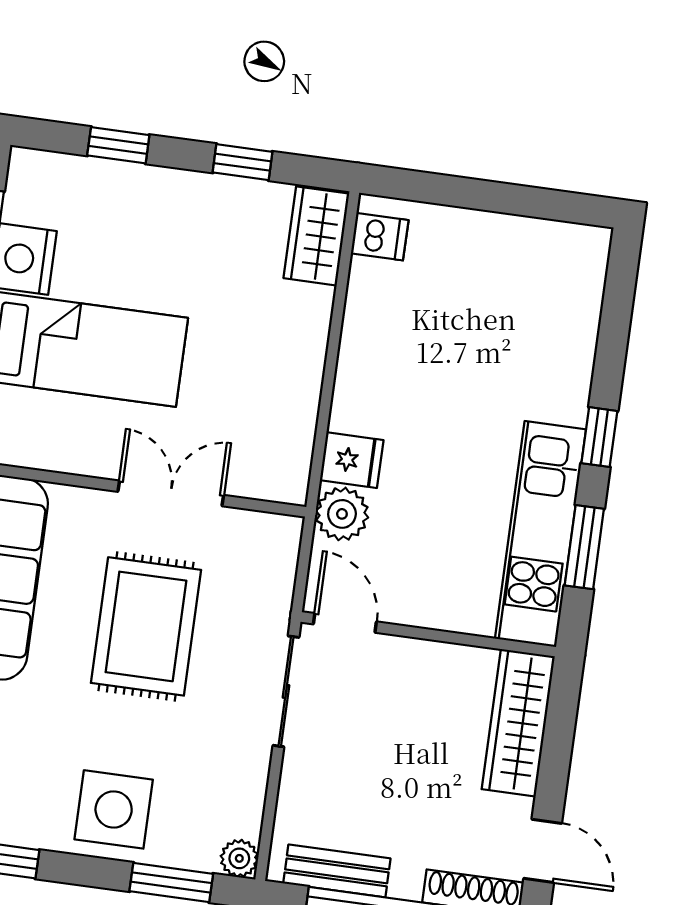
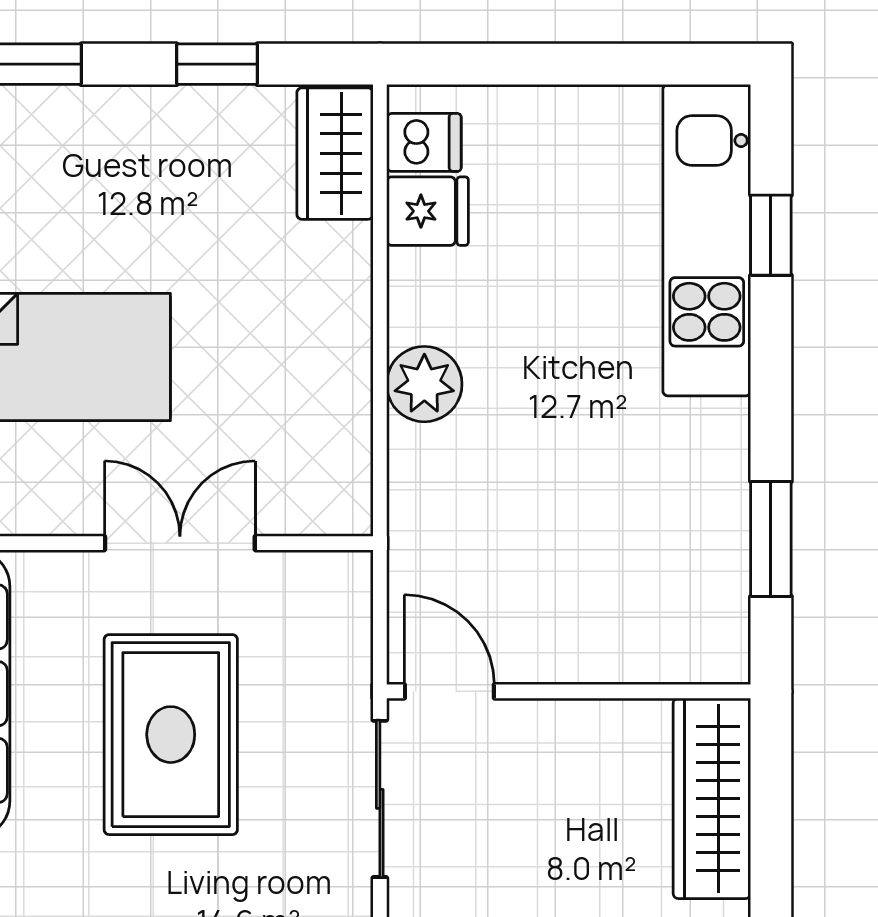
window: (599, 437) -> (771, 235), moved
fridge: (352, 460) -> (427, 211), moved
plant: (342, 514) -> (424, 384), moved
kitchen unit: (540, 534) -> (707, 240), moved

